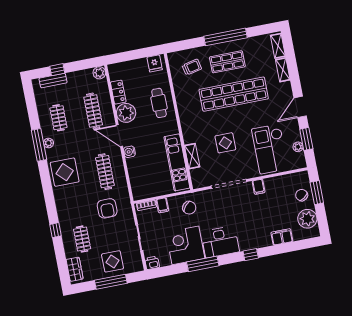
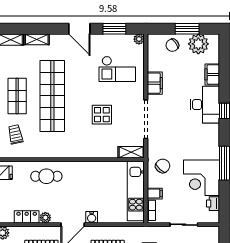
plant: (126, 113) -> (45, 218), width x0.53, depth x0.53
plant: (298, 147) -> (139, 39), moved
checkout: (270, 149) -> (117, 69), width x0.73, depth x0.83
shelving: (192, 156) -> (131, 152), moved
kitchen unit: (177, 162) -> (136, 191), moved, turned 90
filing cabinet: (259, 187) -> (155, 83), width x2.00
window: (317, 193) -> (187, 29), moved
desk: (220, 242) -> (205, 105), moved
printer: (152, 263) -> (213, 204), moved

